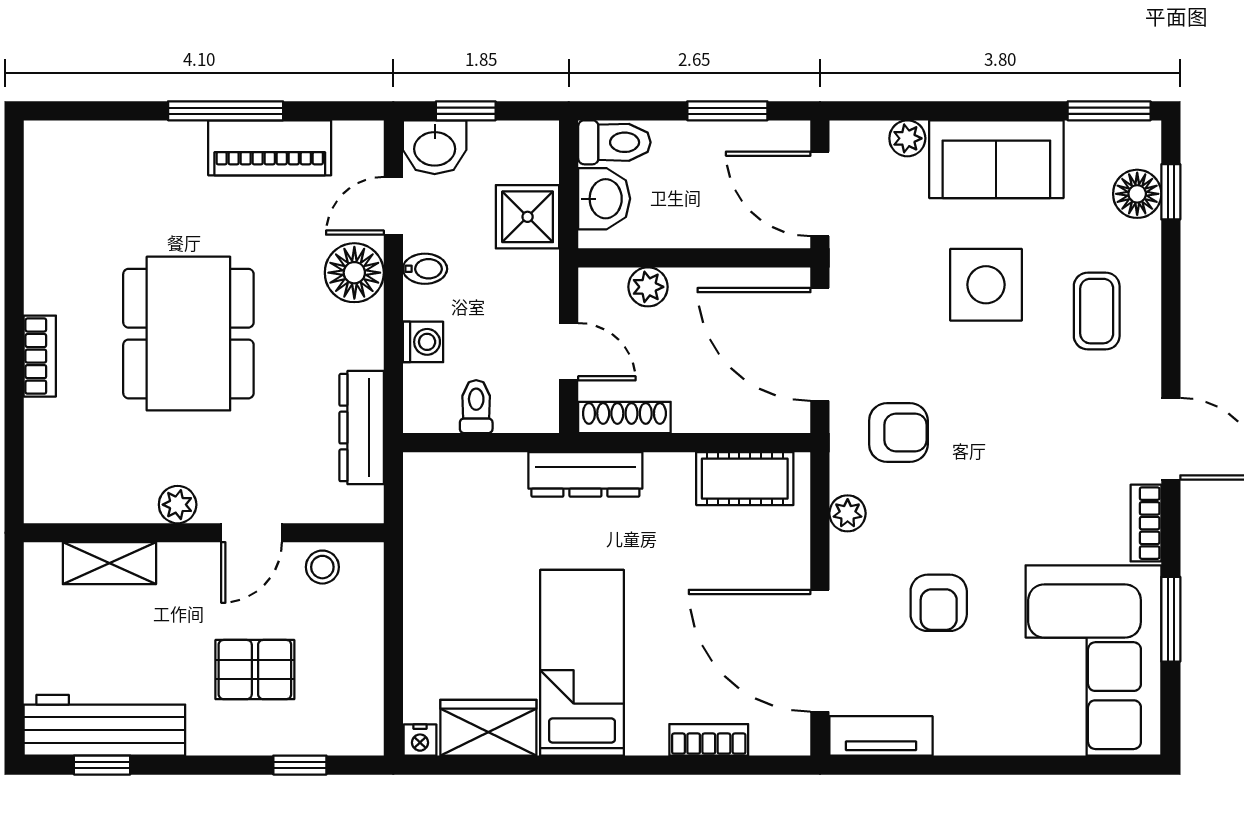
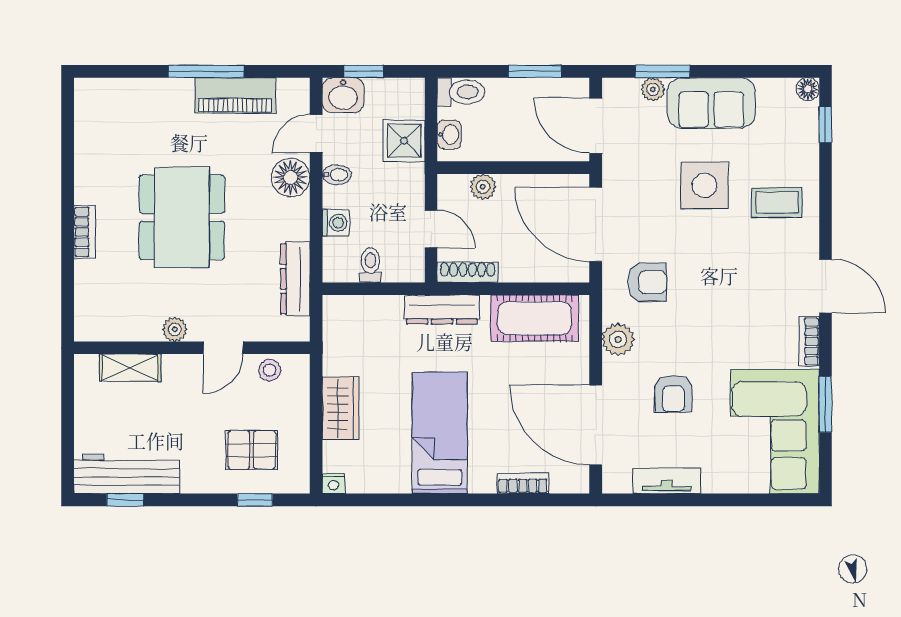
window: (1109, 111) -> (663, 71), moved
floor lamp: (1137, 194) -> (808, 89), moved, width x0.73, depth x0.73
washbasin: (604, 199) -> (449, 134), width x0.72, depth x0.69
coffee table: (1097, 311) -> (777, 202), turned 90
cot: (745, 479) -> (535, 318), width x1.37, depth x1.34
plant: (848, 513) -> (618, 339), width x1.38, depth x1.38
pallet: (255, 670) -> (252, 450), moved
wardrobe: (488, 728) -> (341, 408), moved, turned 90
tv unit: (881, 736) -> (667, 481), moved

